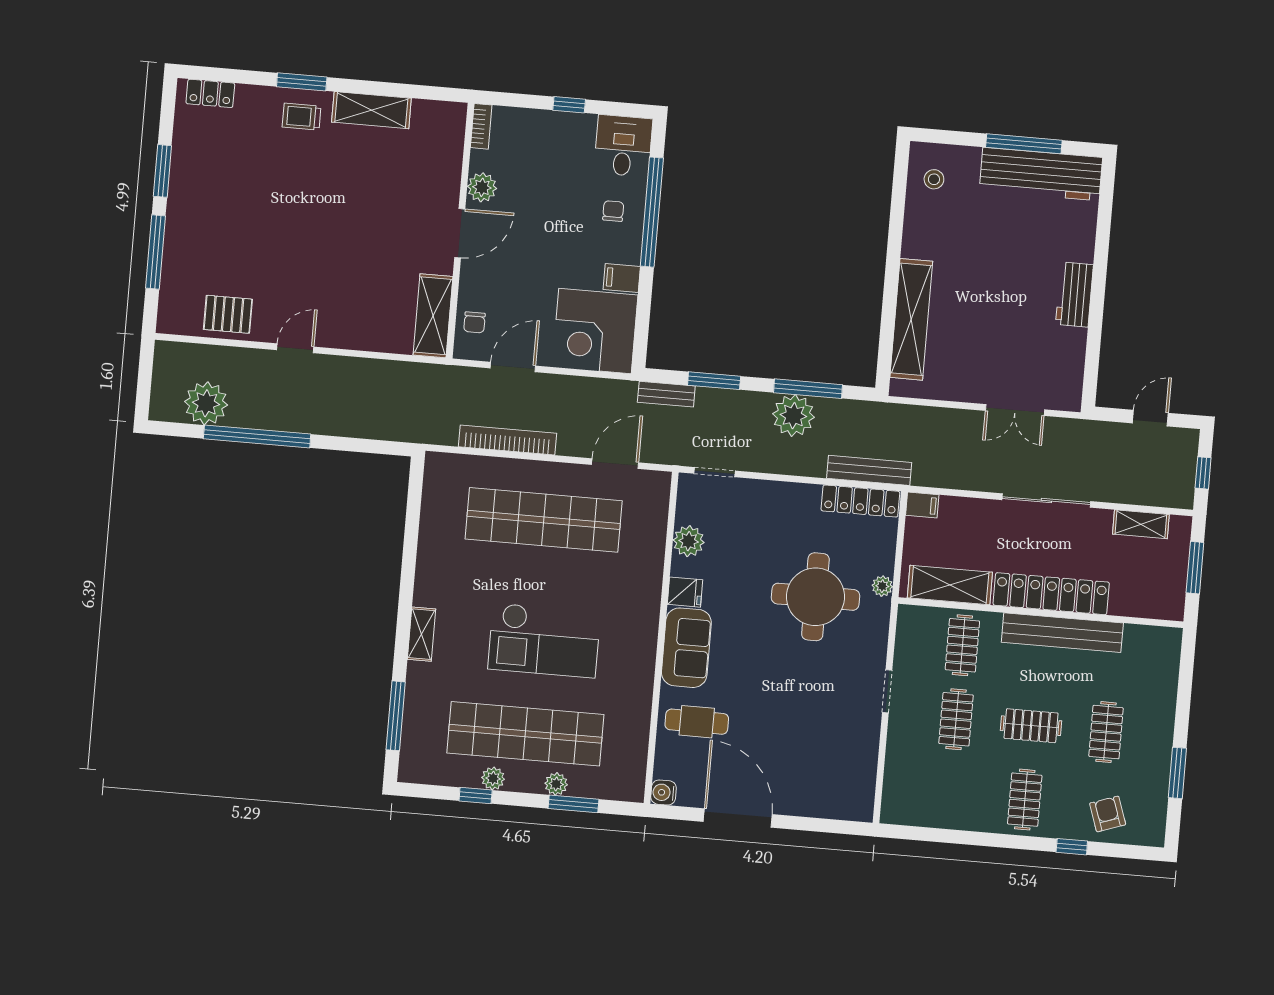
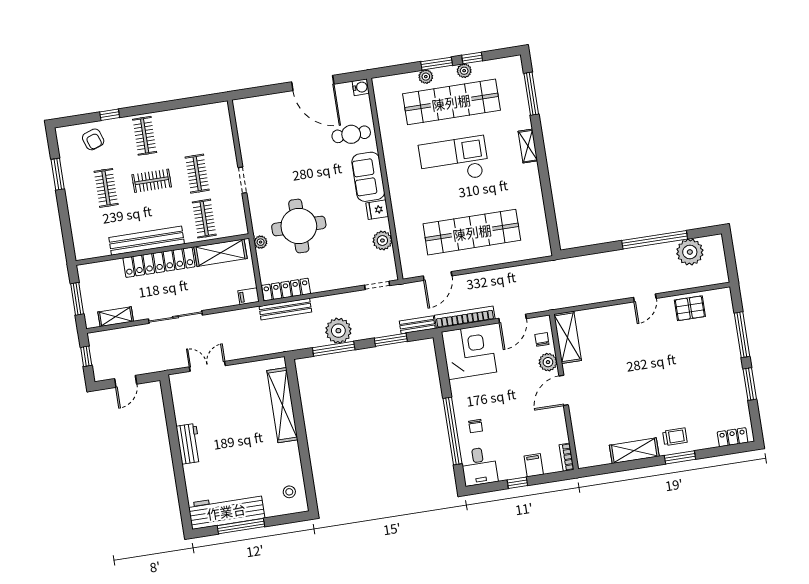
plant: (482, 187) -> (548, 362), moved
filing cabinet: (622, 278) -> (534, 465), moved, turned -90
bookcase: (507, 440) -> (465, 317), moved, turned 180
window: (573, 804) -> (437, 64), moved

